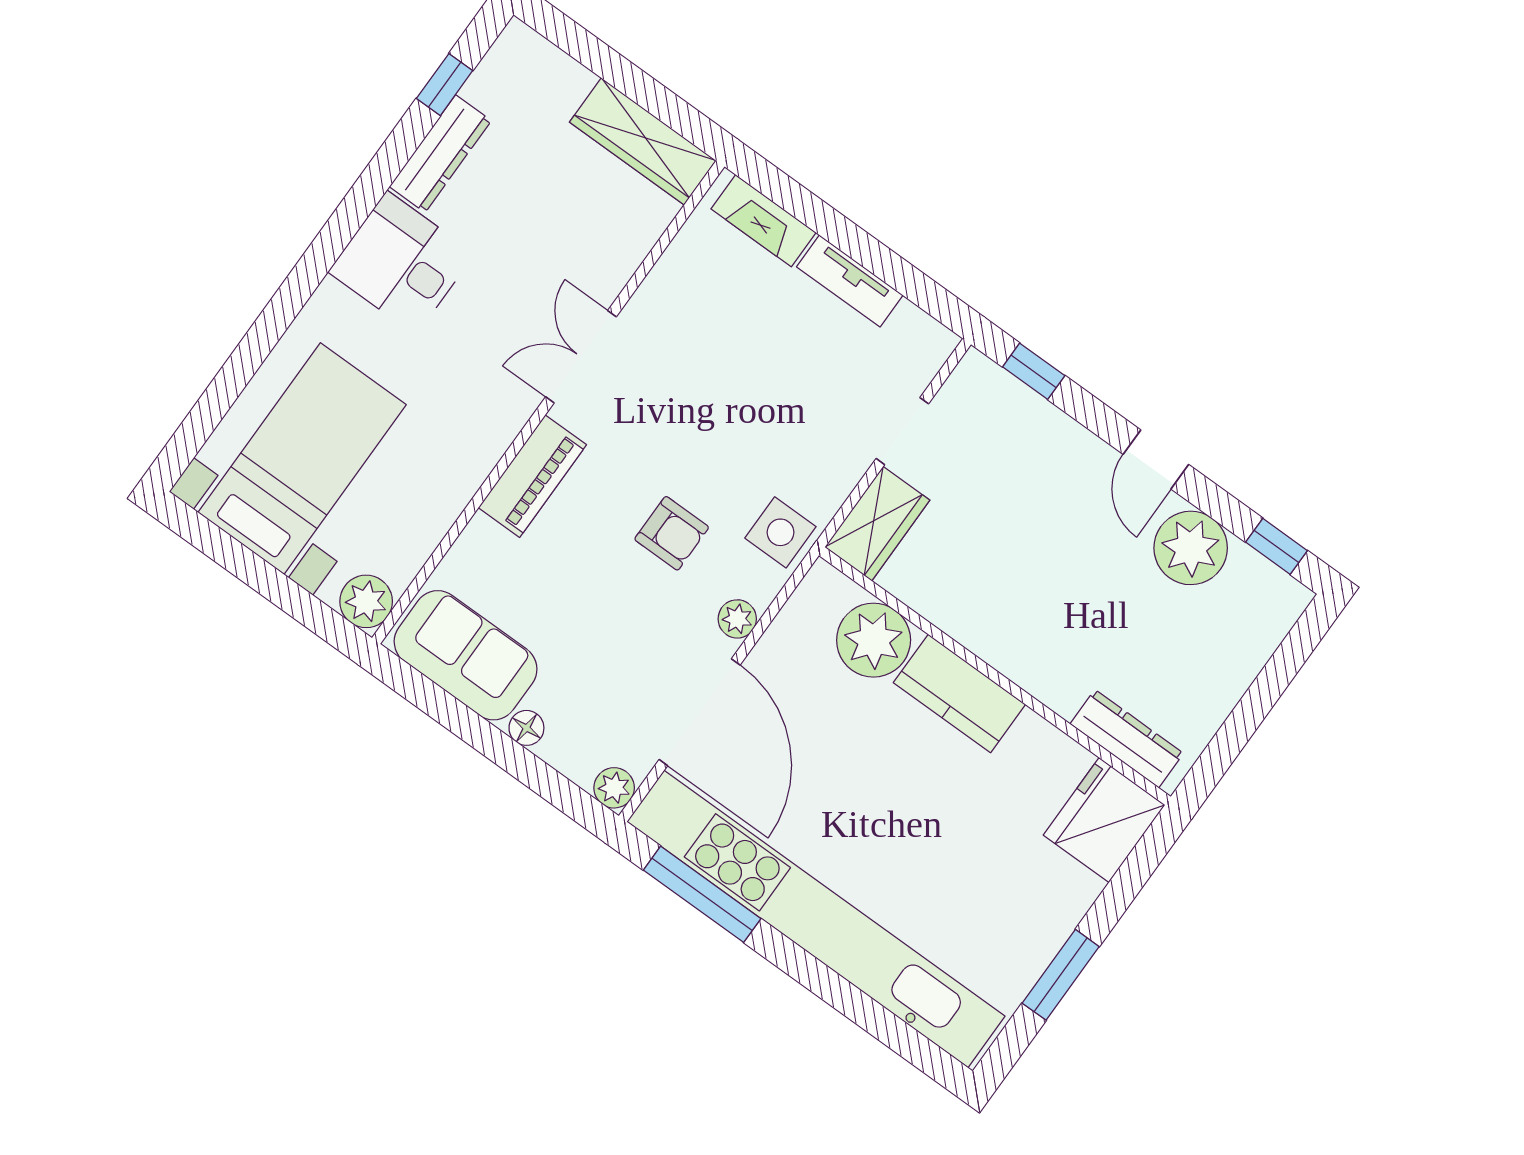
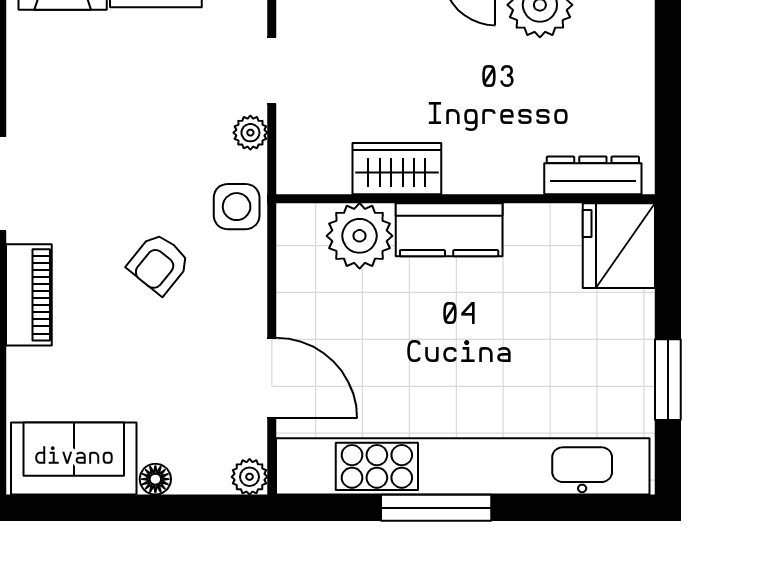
wardrobe: (877, 524) -> (397, 169), moved, turned -90
armchair: (672, 533) -> (159, 264), turned 129
plant: (737, 619) -> (250, 133), moved
door: (700, 712) -> (272, 378), width x0.73
window: (702, 894) -> (436, 508), moved

